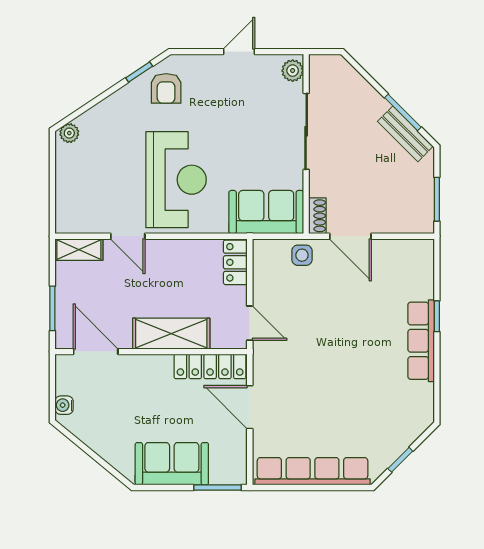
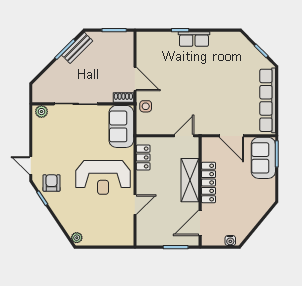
door: (239, 52) -> (31, 166), moved
armchair: (166, 88) -> (52, 183), turned -90
reception desk: (176, 180) -> (103, 177), turned 180
door: (350, 236) -> (135, 79), hinge flipped
shelving: (79, 250) -> (143, 232), removed
locker: (235, 262) -> (143, 157), moved, turned -90
row of seats: (421, 341) -> (194, 39), width x0.68
locker: (210, 366) -> (208, 182), moved
door: (250, 407) -> (231, 136), hinge flipped
sofa: (172, 464) -> (263, 158), moved

